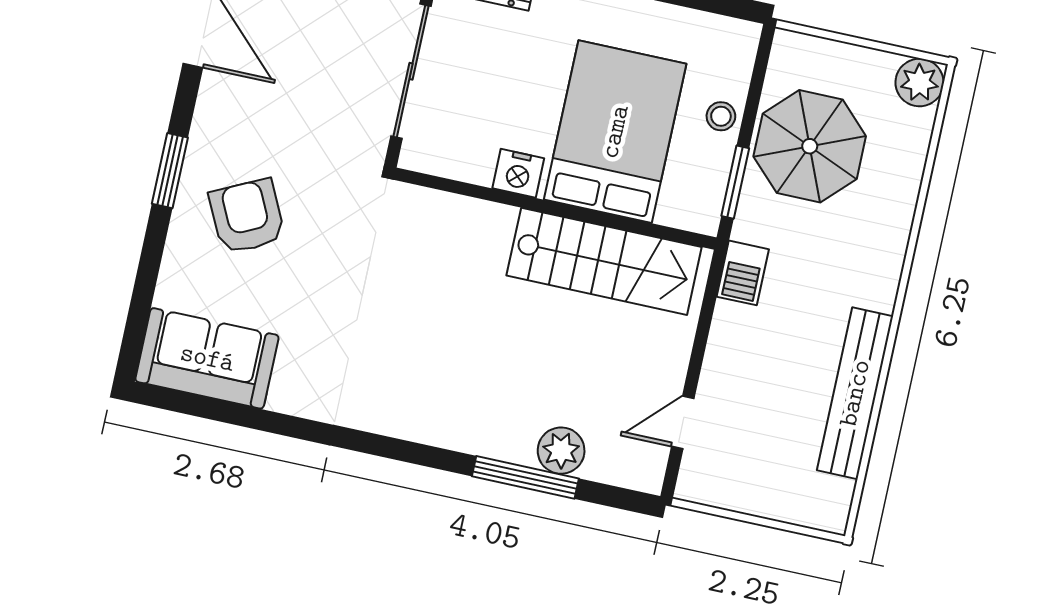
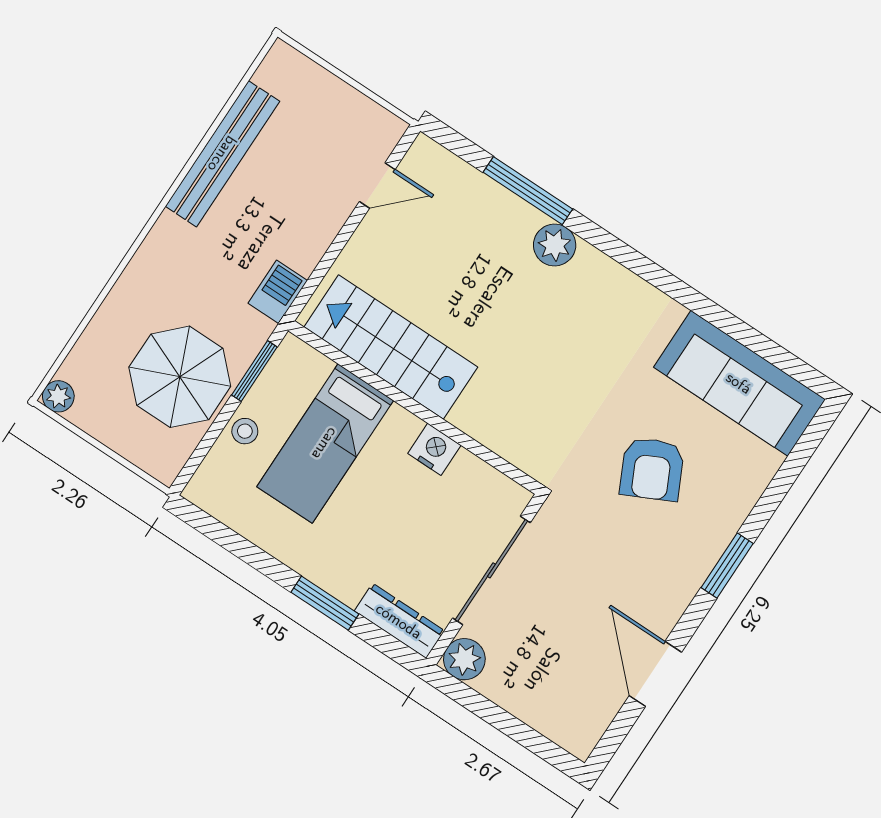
plant: (919, 82) -> (58, 396), width x0.73, depth x0.73
bed: (615, 132) -> (325, 444), width x0.67
armchair: (247, 216) -> (652, 469), moved
sofa: (207, 358) -> (739, 383), width x1.36
plant: (561, 451) -> (555, 245), moved

